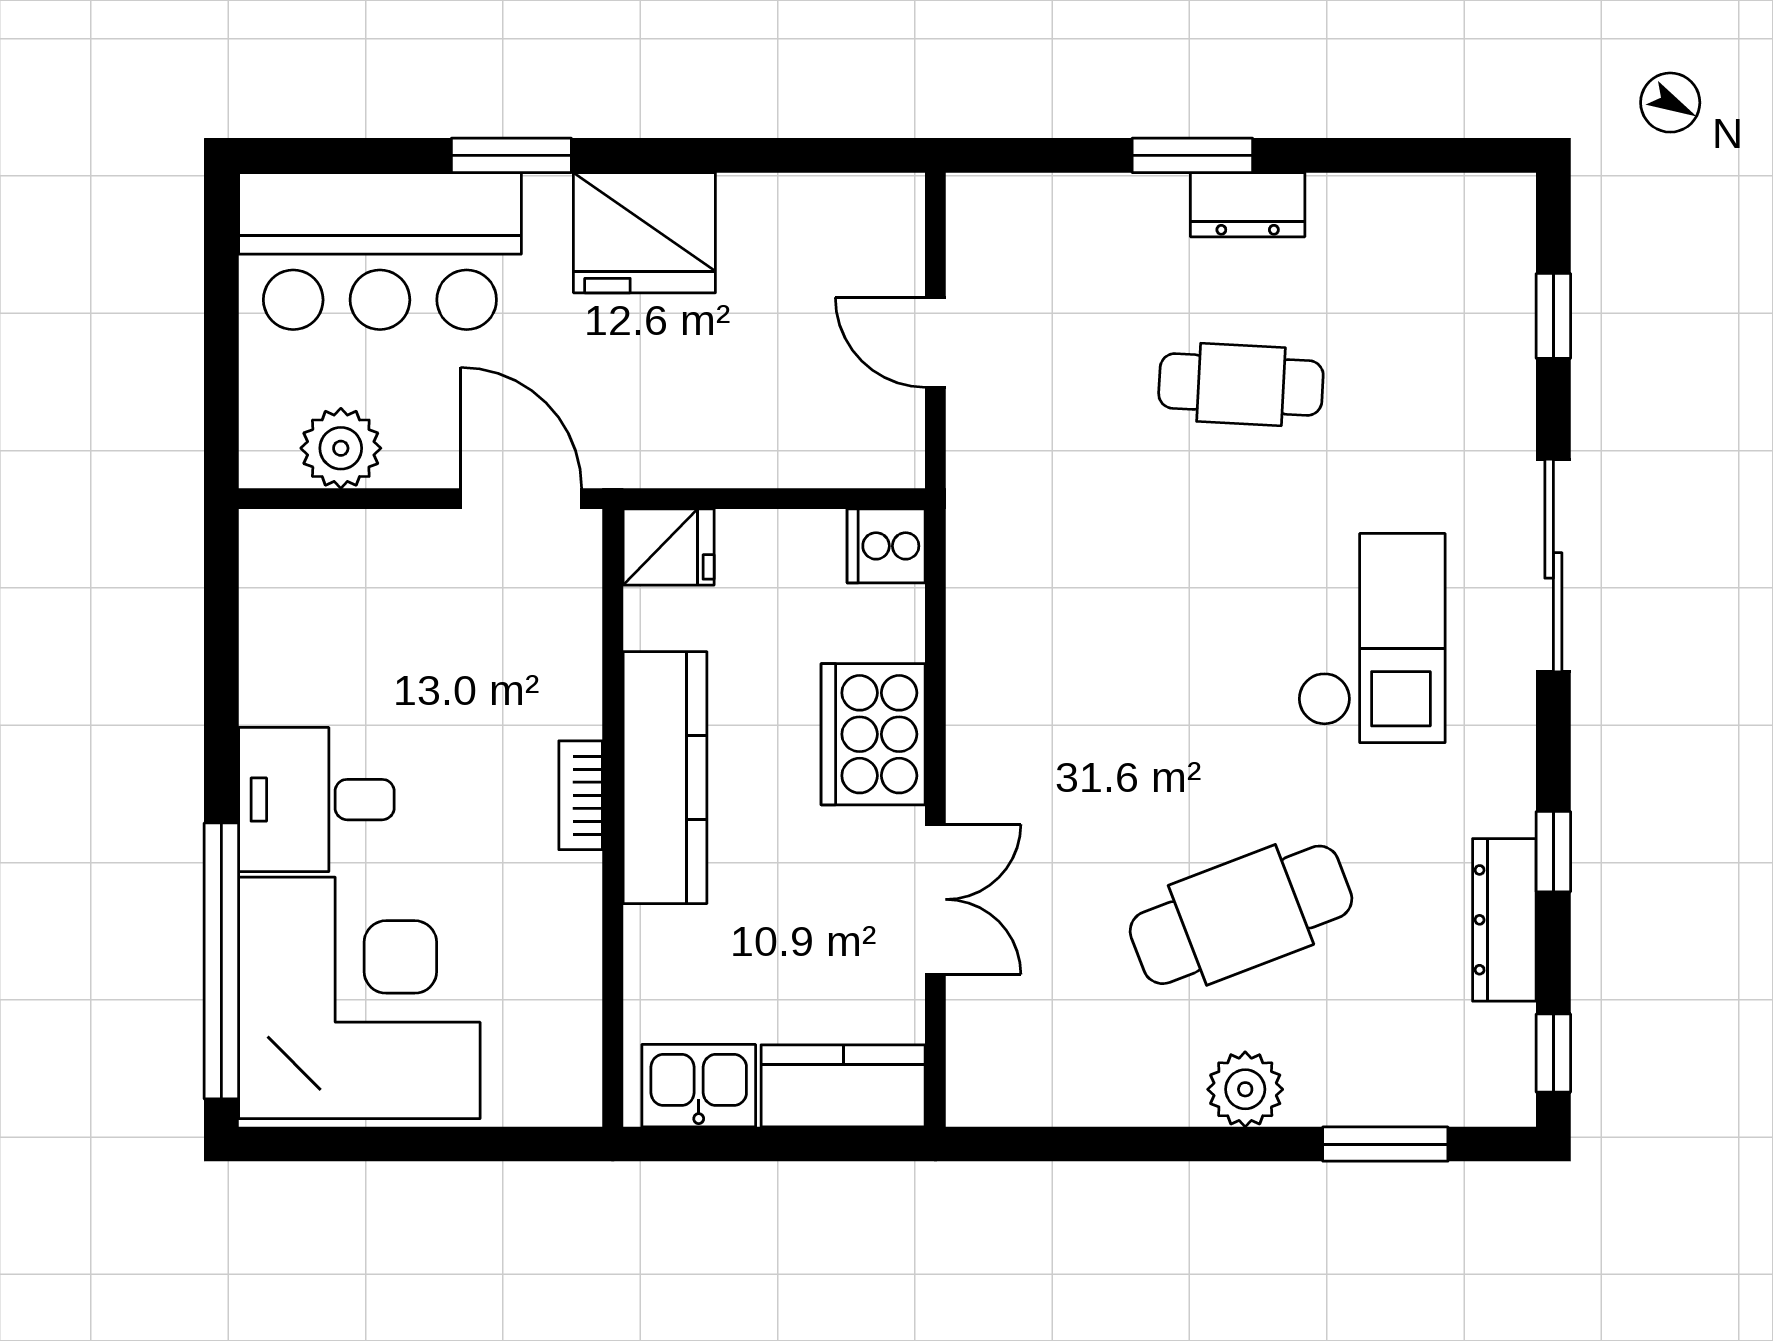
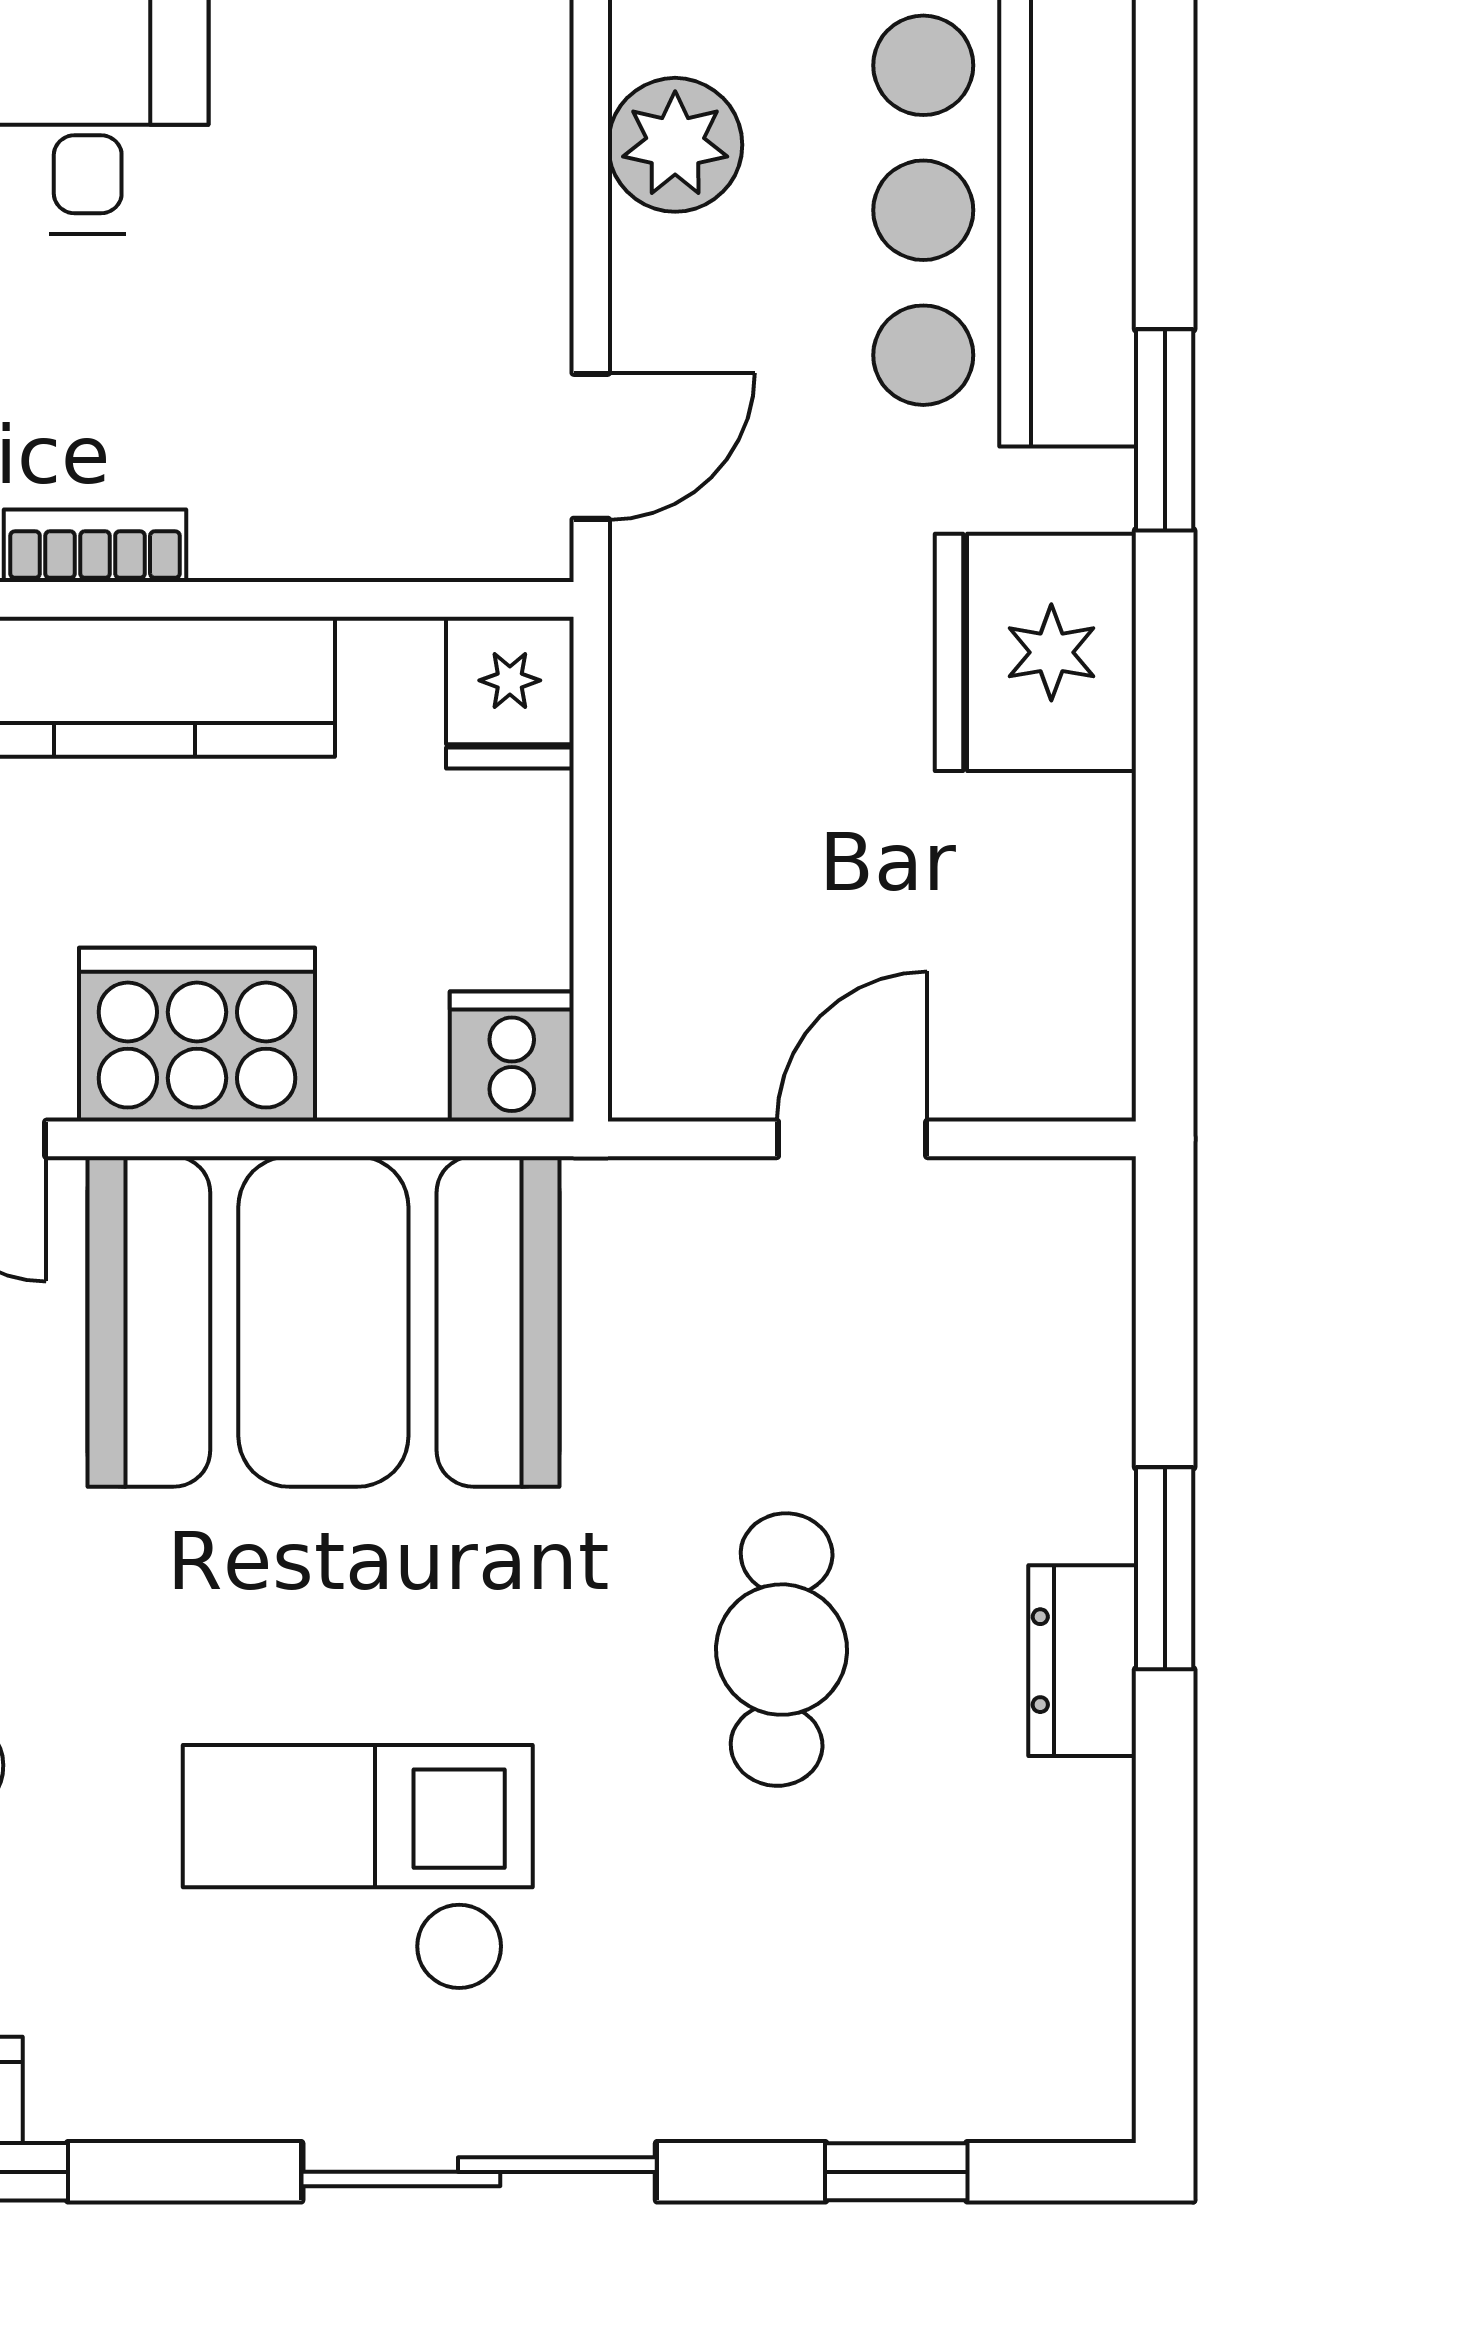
door: (521, 499) -> (591, 446), width x0.73
checkout: (1372, 638) -> (358, 1868), turned 180
booth: (1045, 659) -> (323, 1322), added

